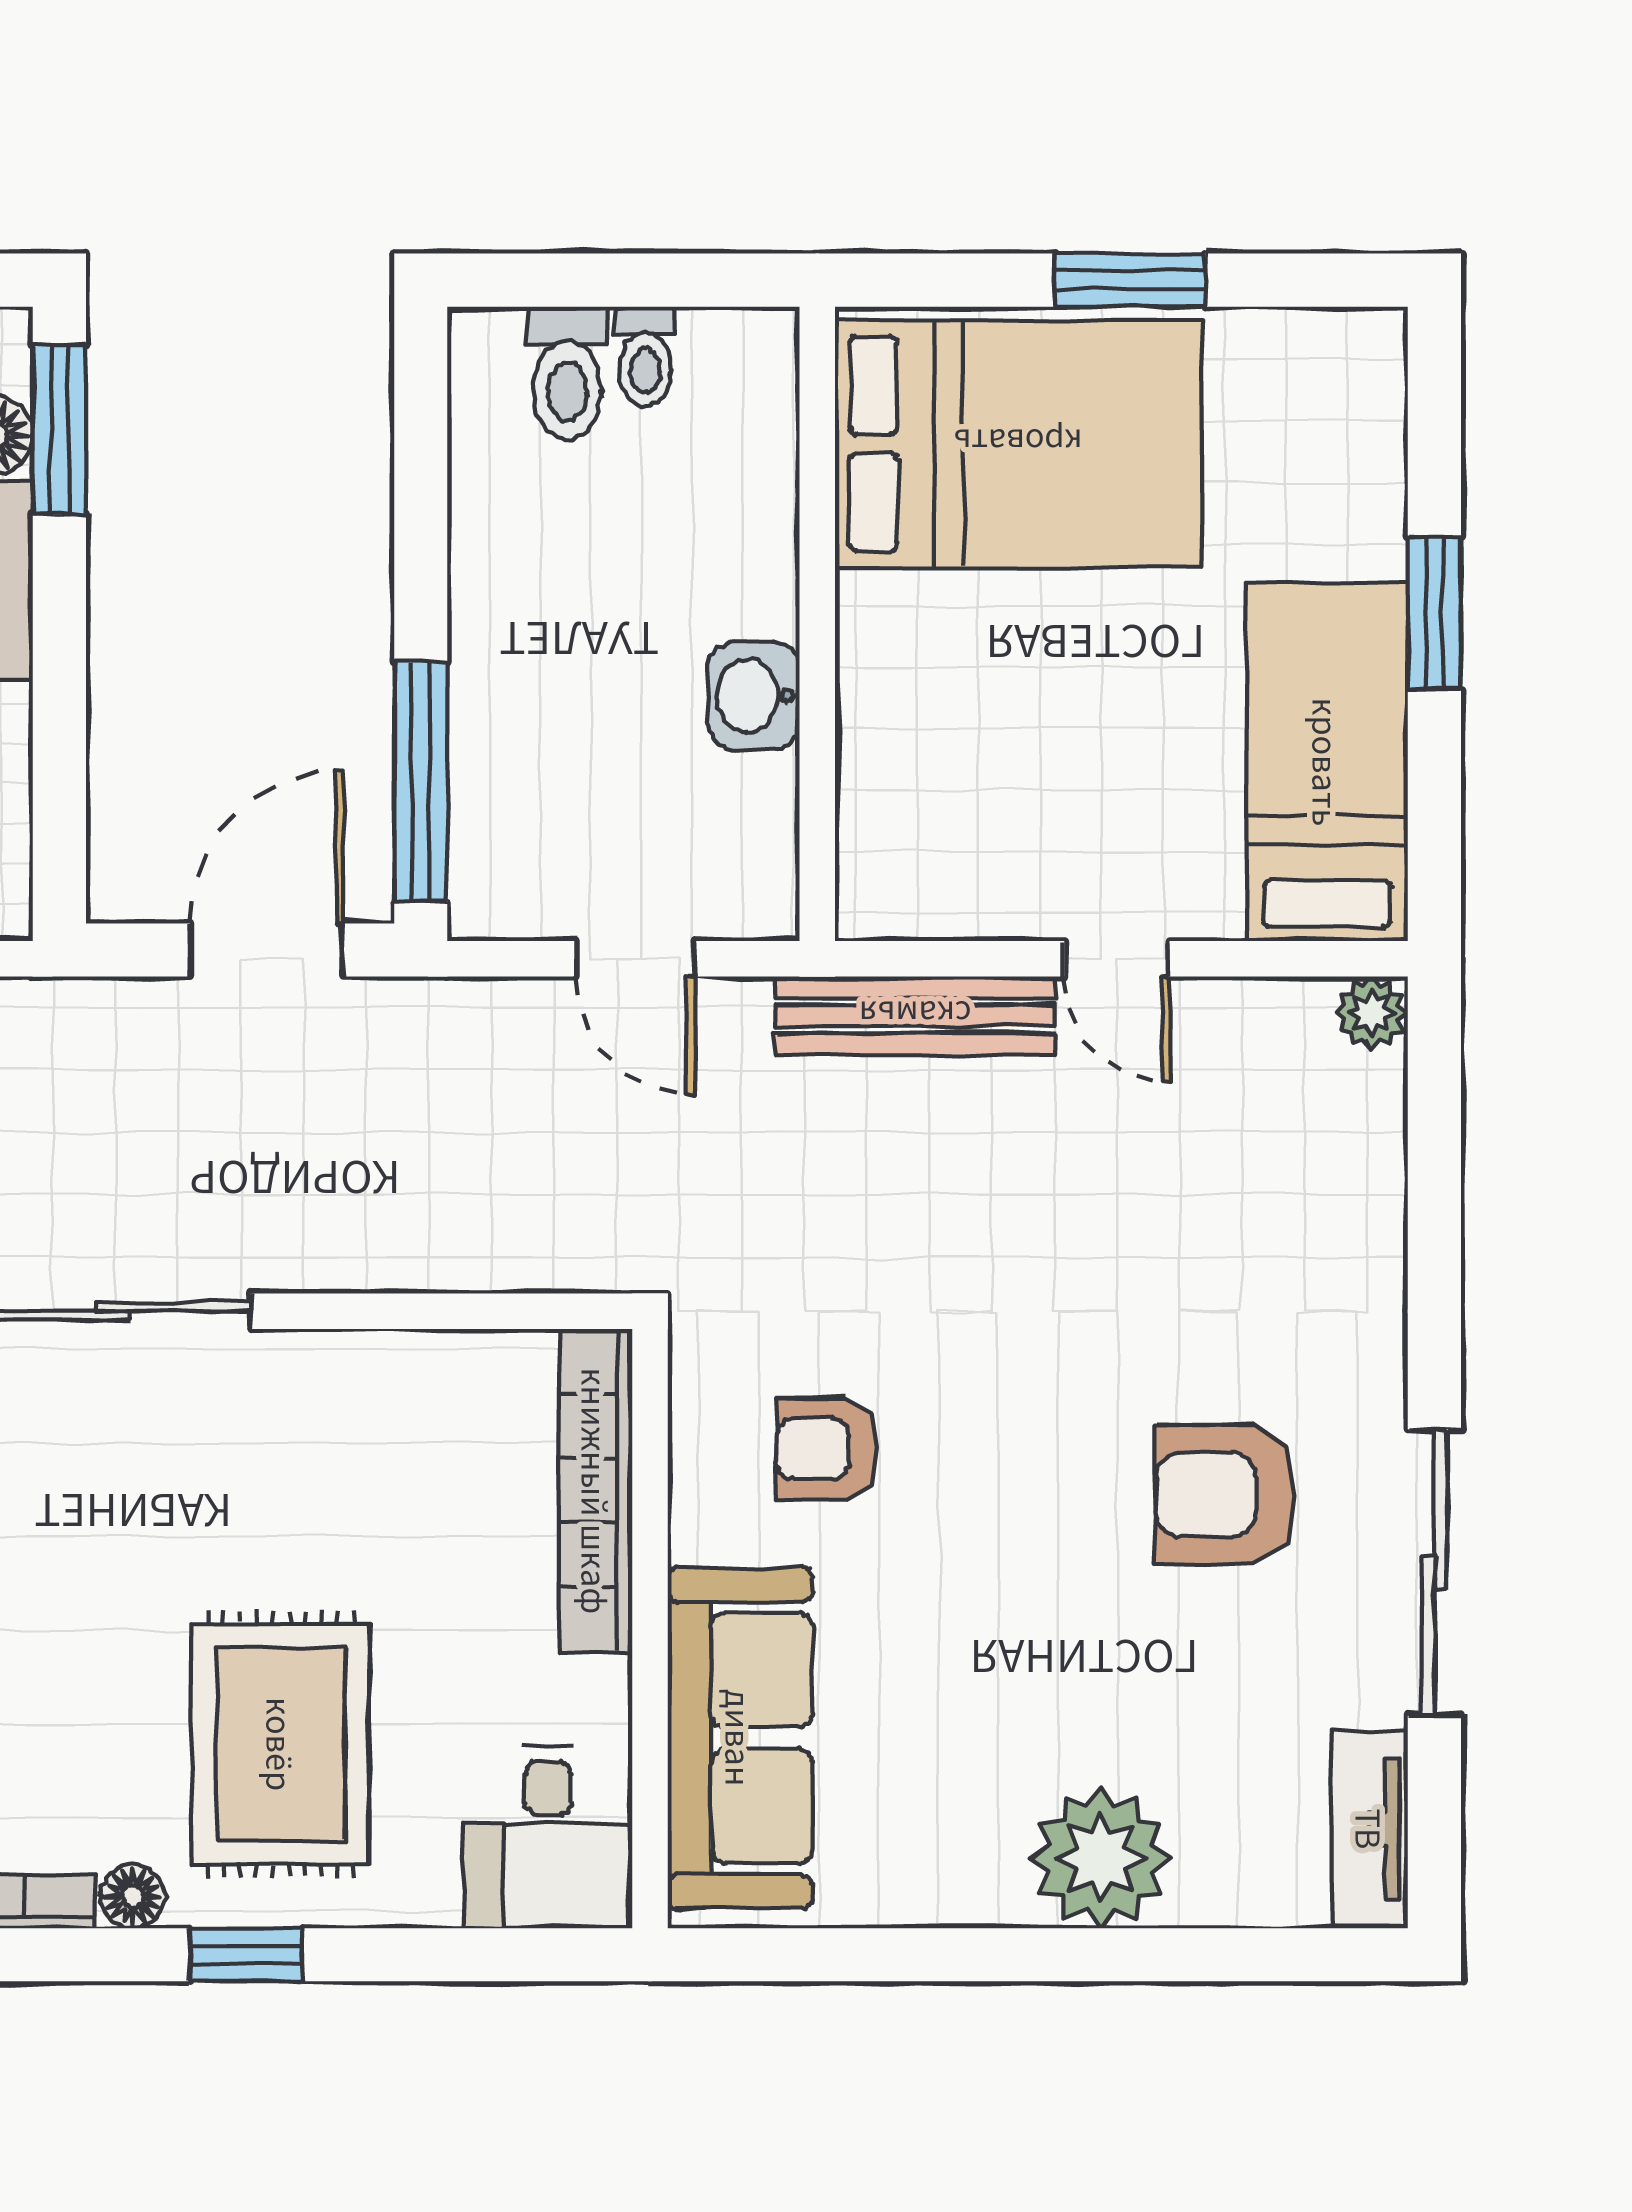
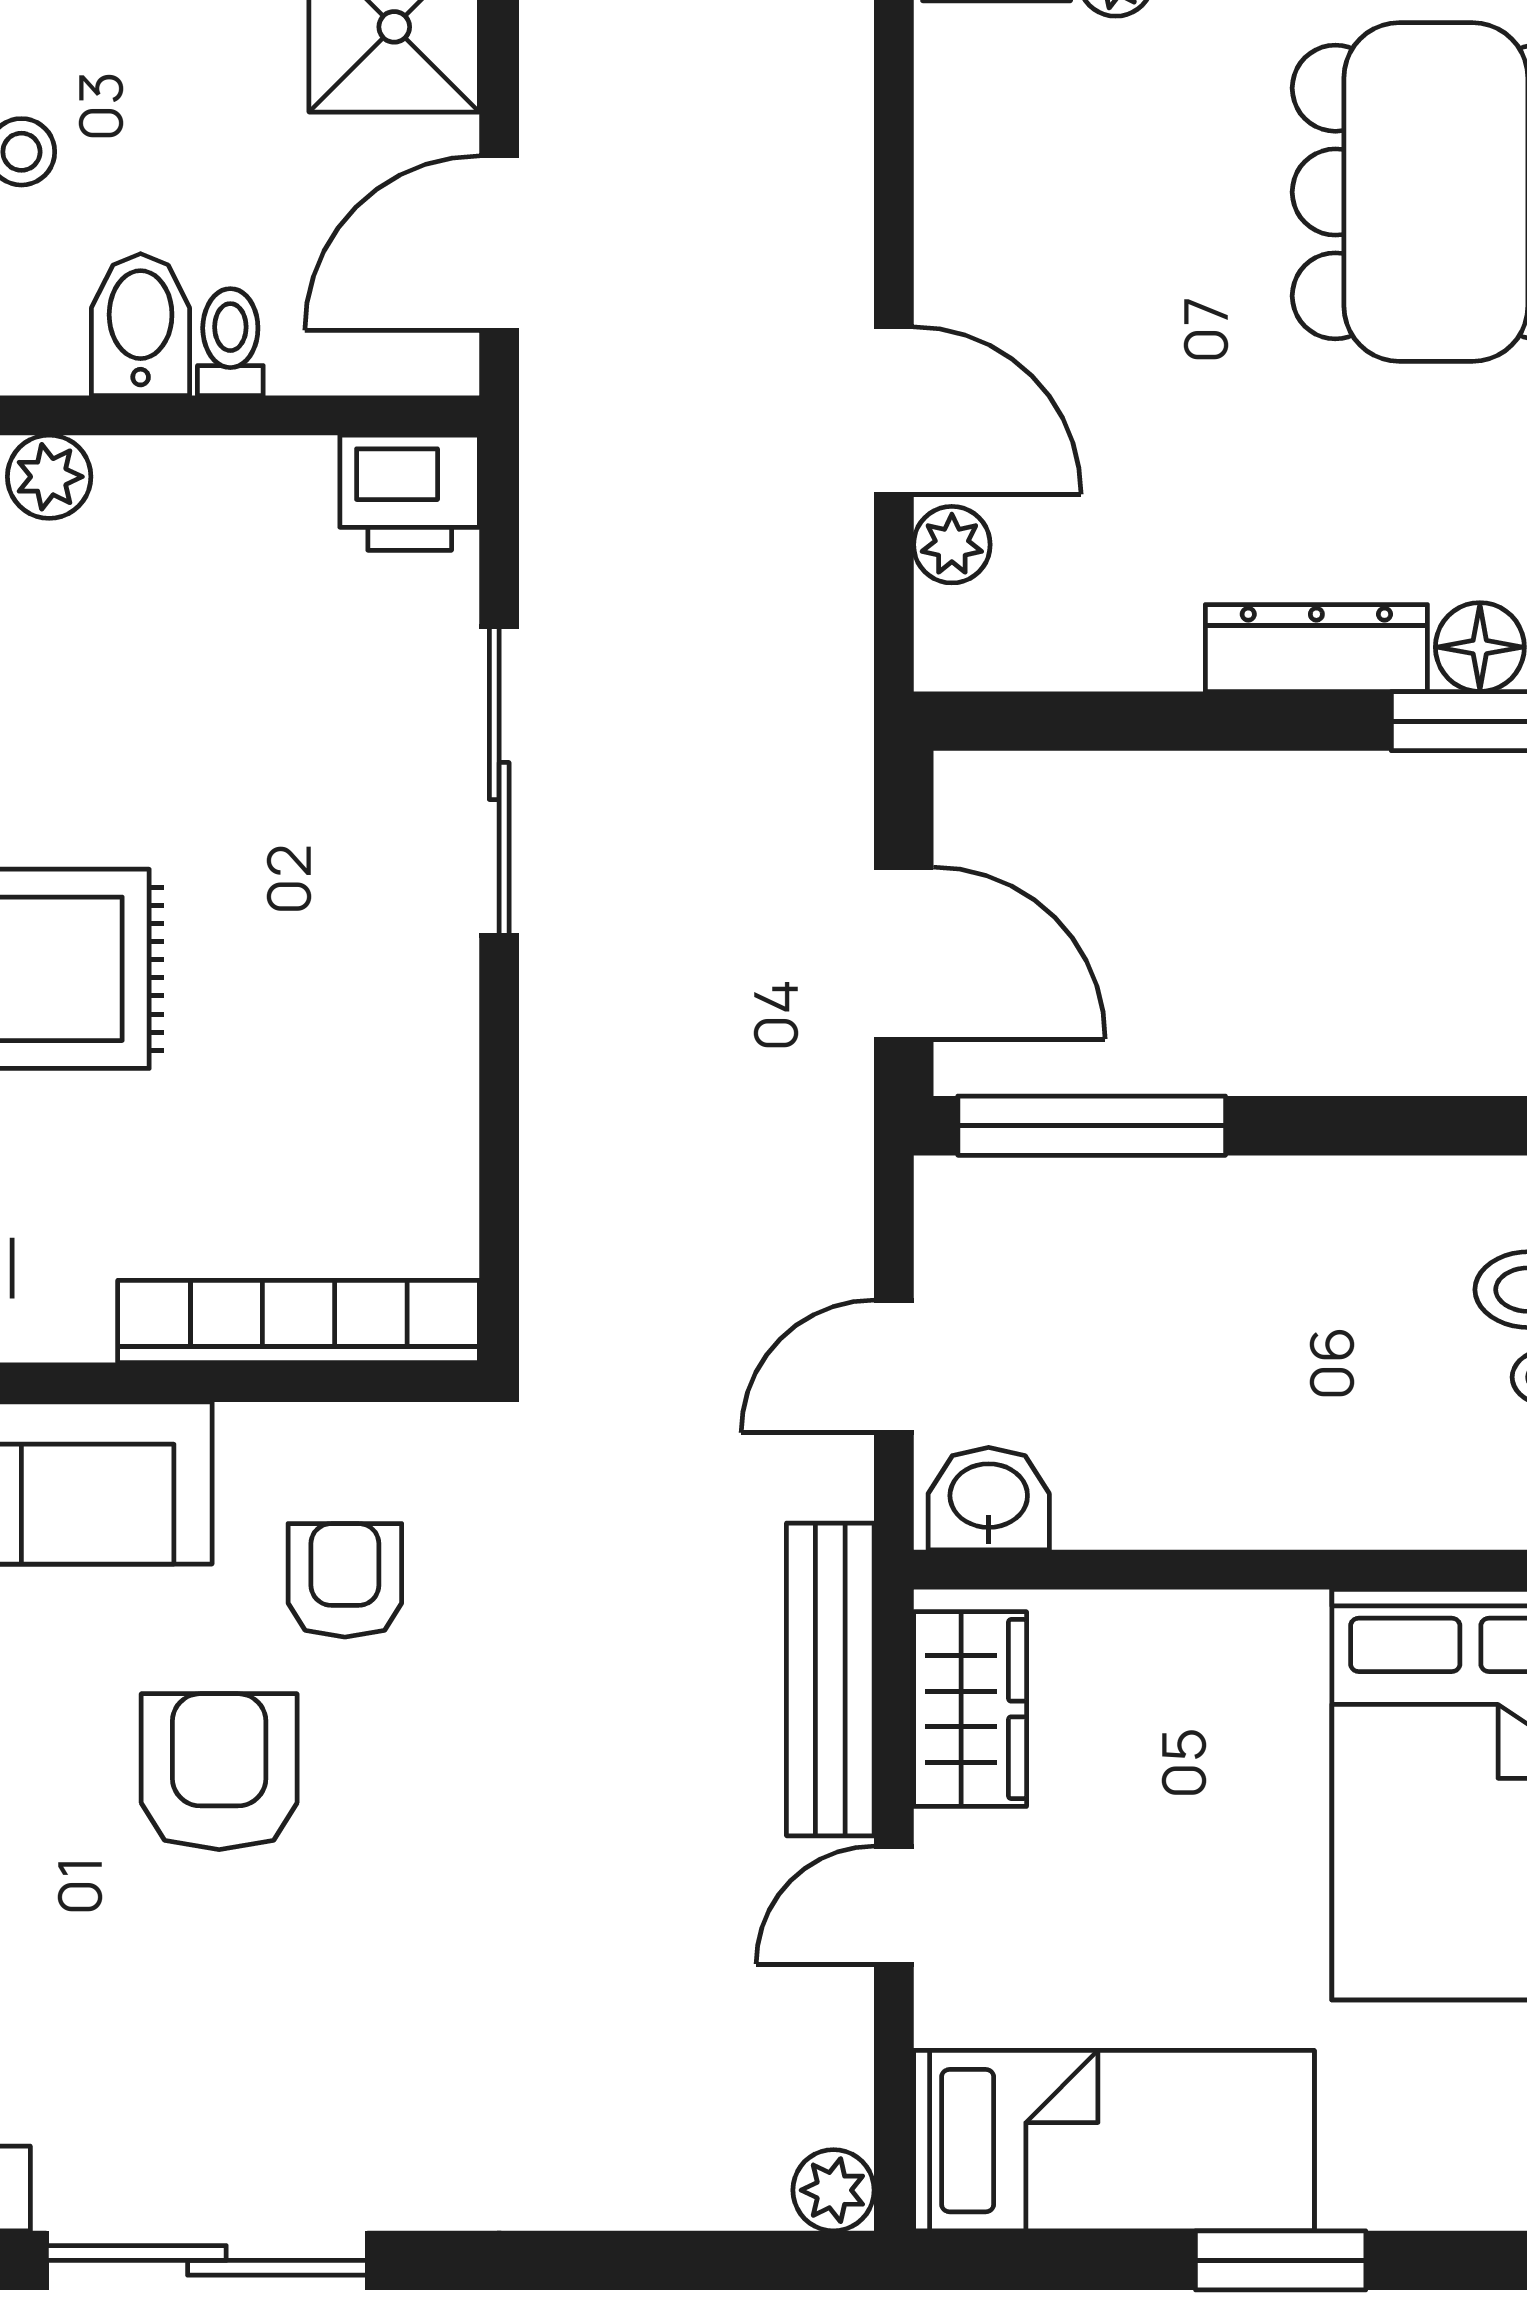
washbasin: (754, 696) -> (989, 1499), moved
wardrobe: (942, 891) -> (970, 1709), added
armchair: (1225, 1495) -> (219, 1772), moved

